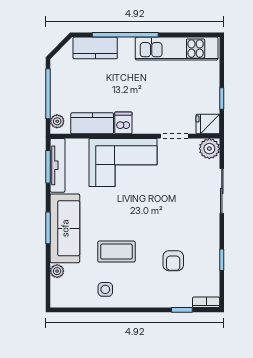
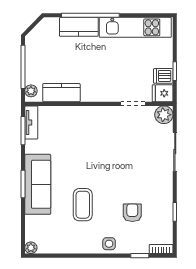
kitchen counter: (95, 48) -> (79, 27), moved
dishwasher: (123, 123) -> (163, 76), moved, turned -90
corner sofa: (123, 163) -> (89, 127), removed
tv unit: (58, 165) -> (31, 122), width x0.71
coffee table: (116, 252) -> (83, 205), turned 90
armchair: (173, 261) -> (132, 213), turned 180
plant: (57, 271) -> (31, 248), moved
side table: (105, 289) -> (109, 244), moved

